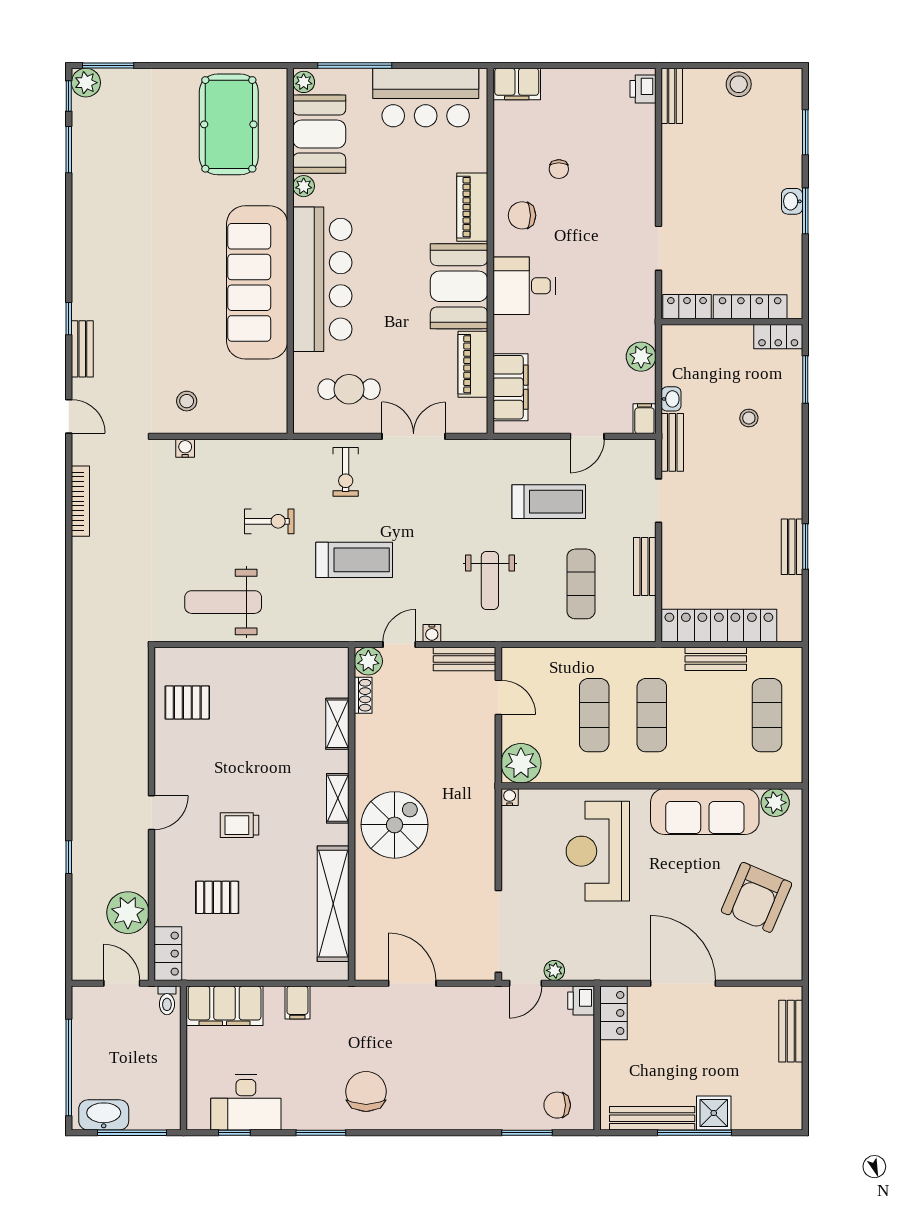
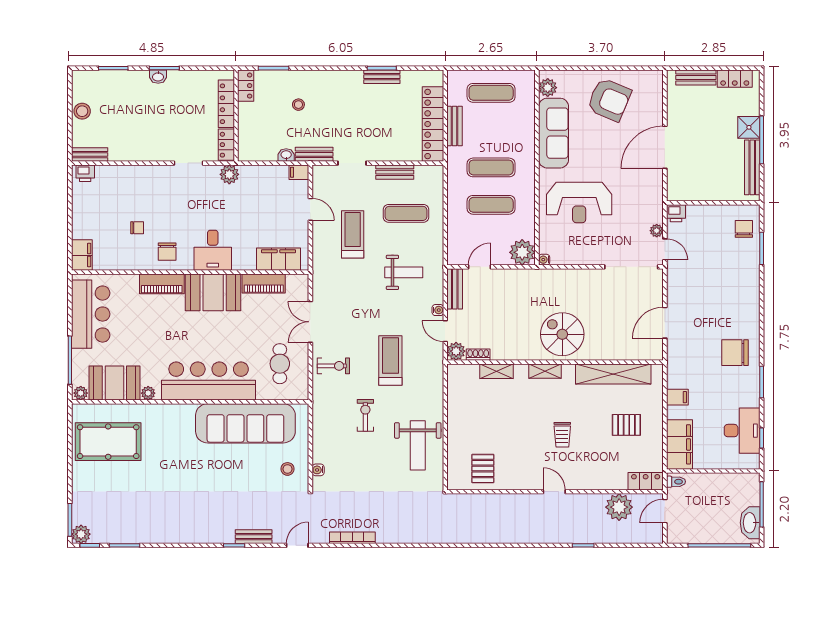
sofa: (257, 282) -> (245, 423), moved
plant: (641, 357) -> (229, 174), moved
pallet: (217, 897) -> (626, 425), moved, turned 90
locker: (613, 1013) -> (735, 79), moved, turned 180
chair: (557, 1105) -> (744, 229), turned 180

